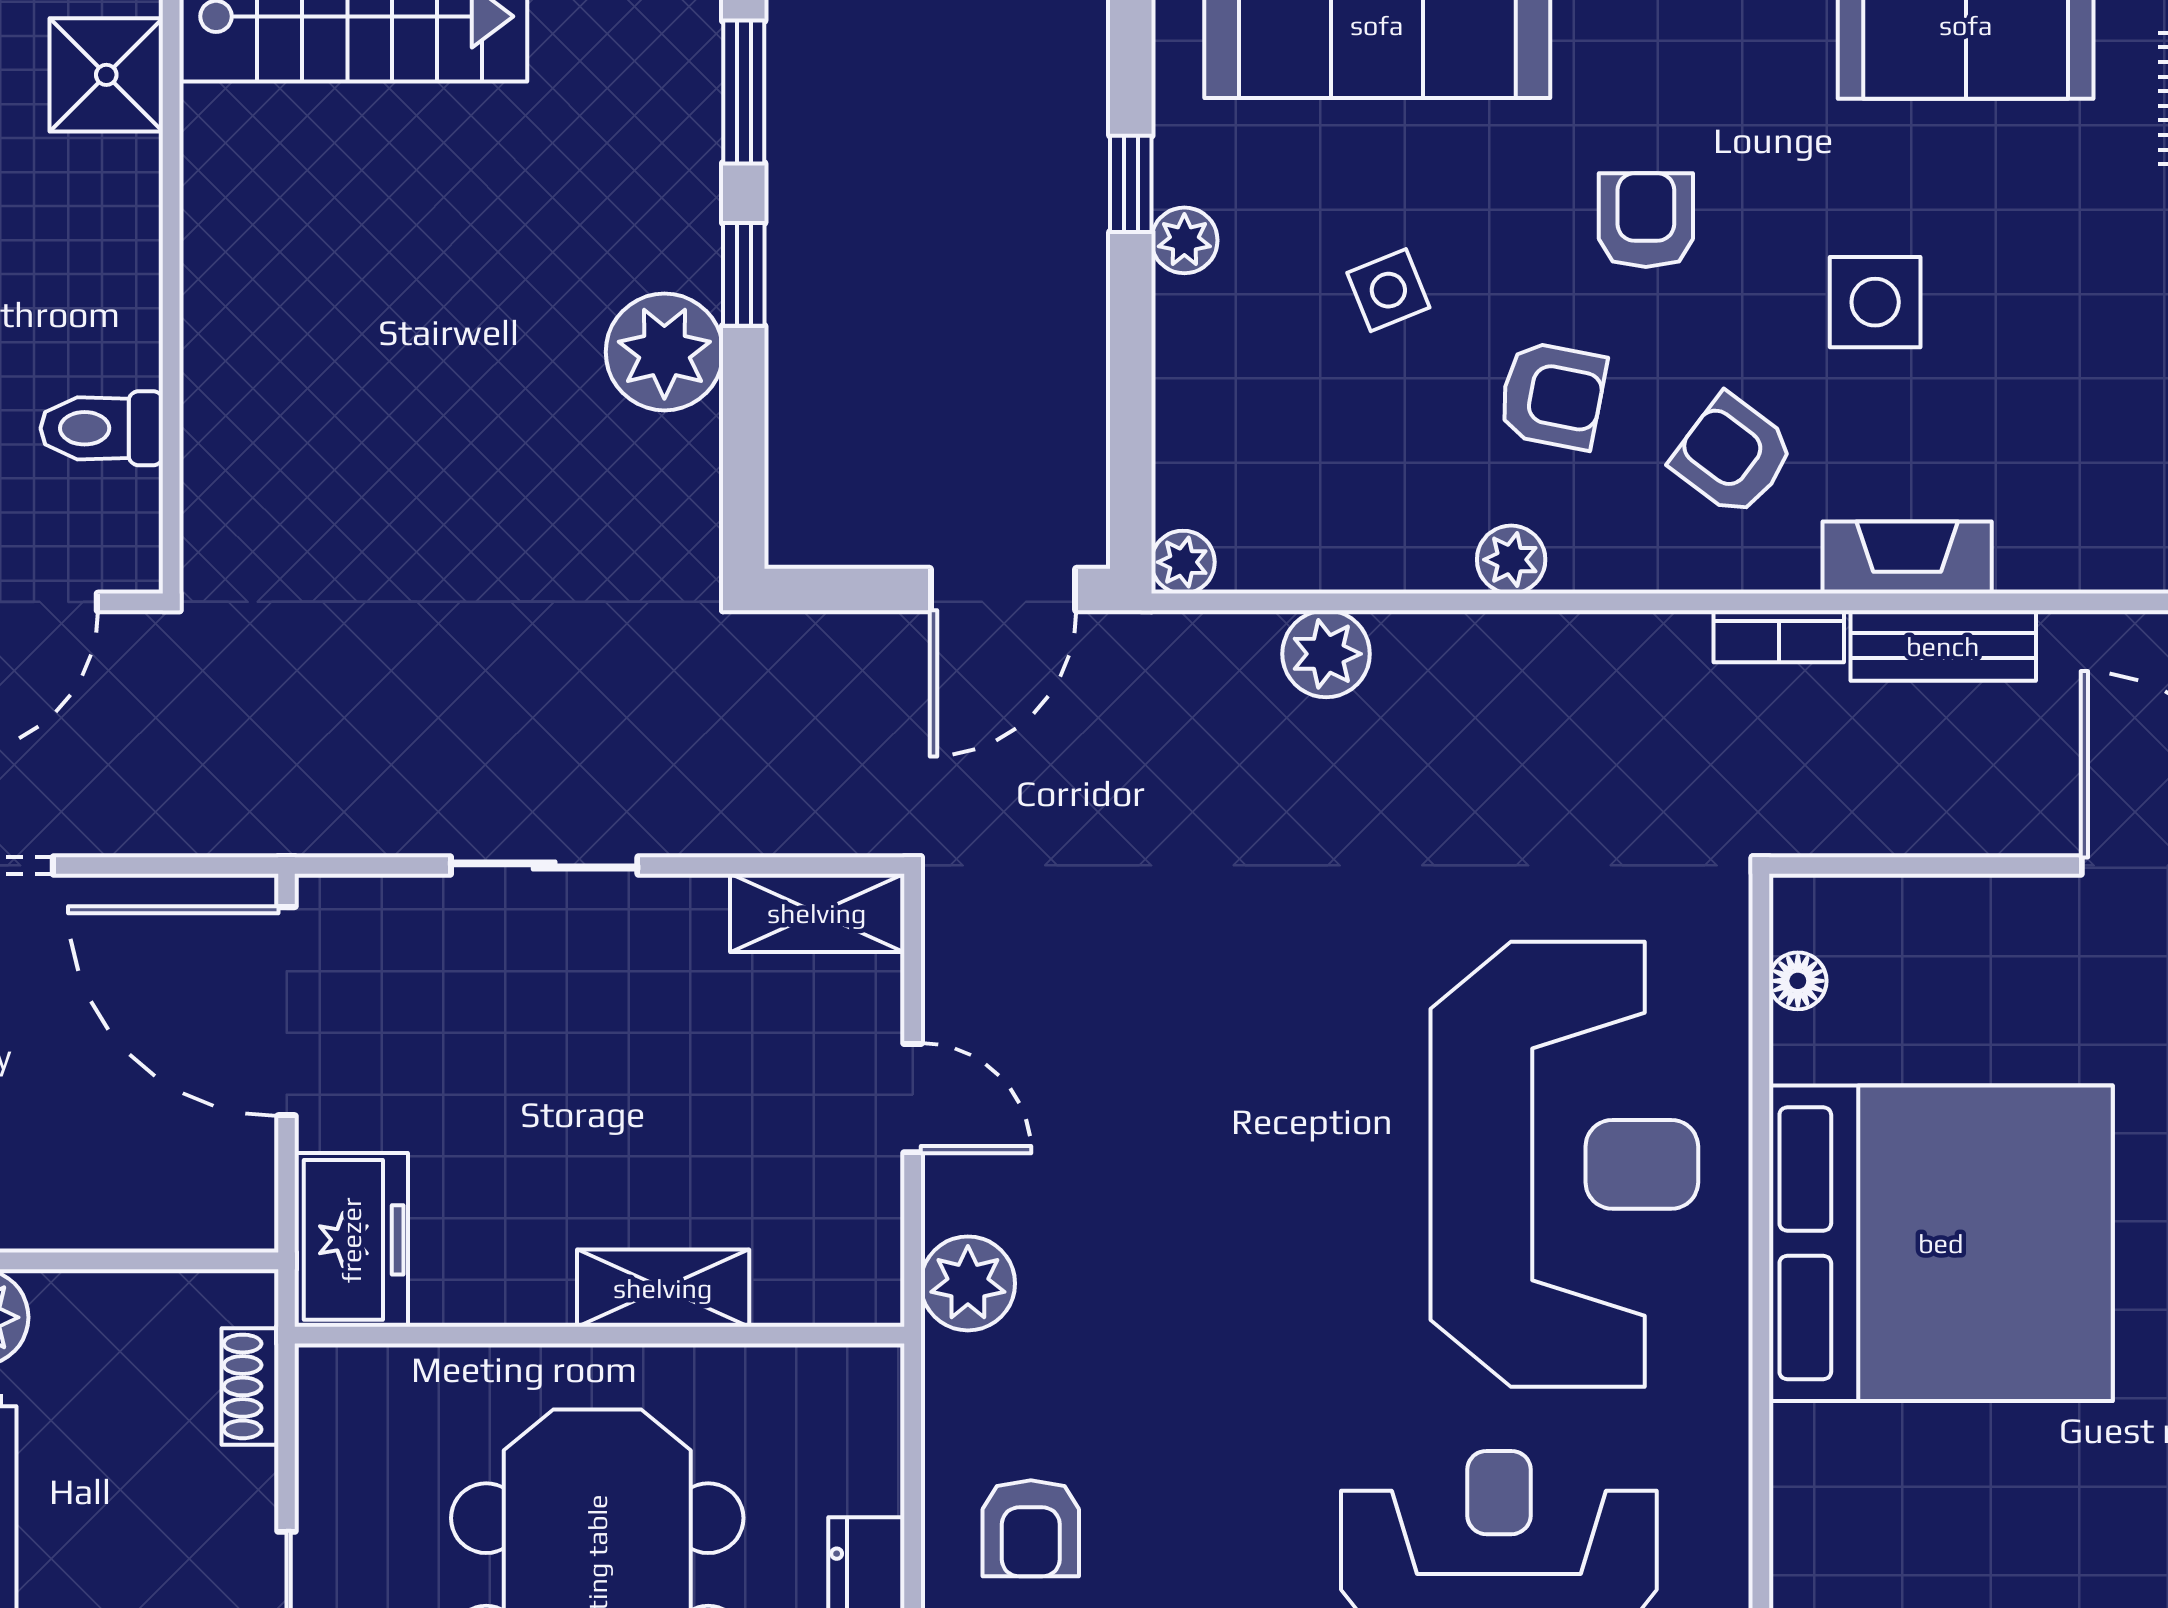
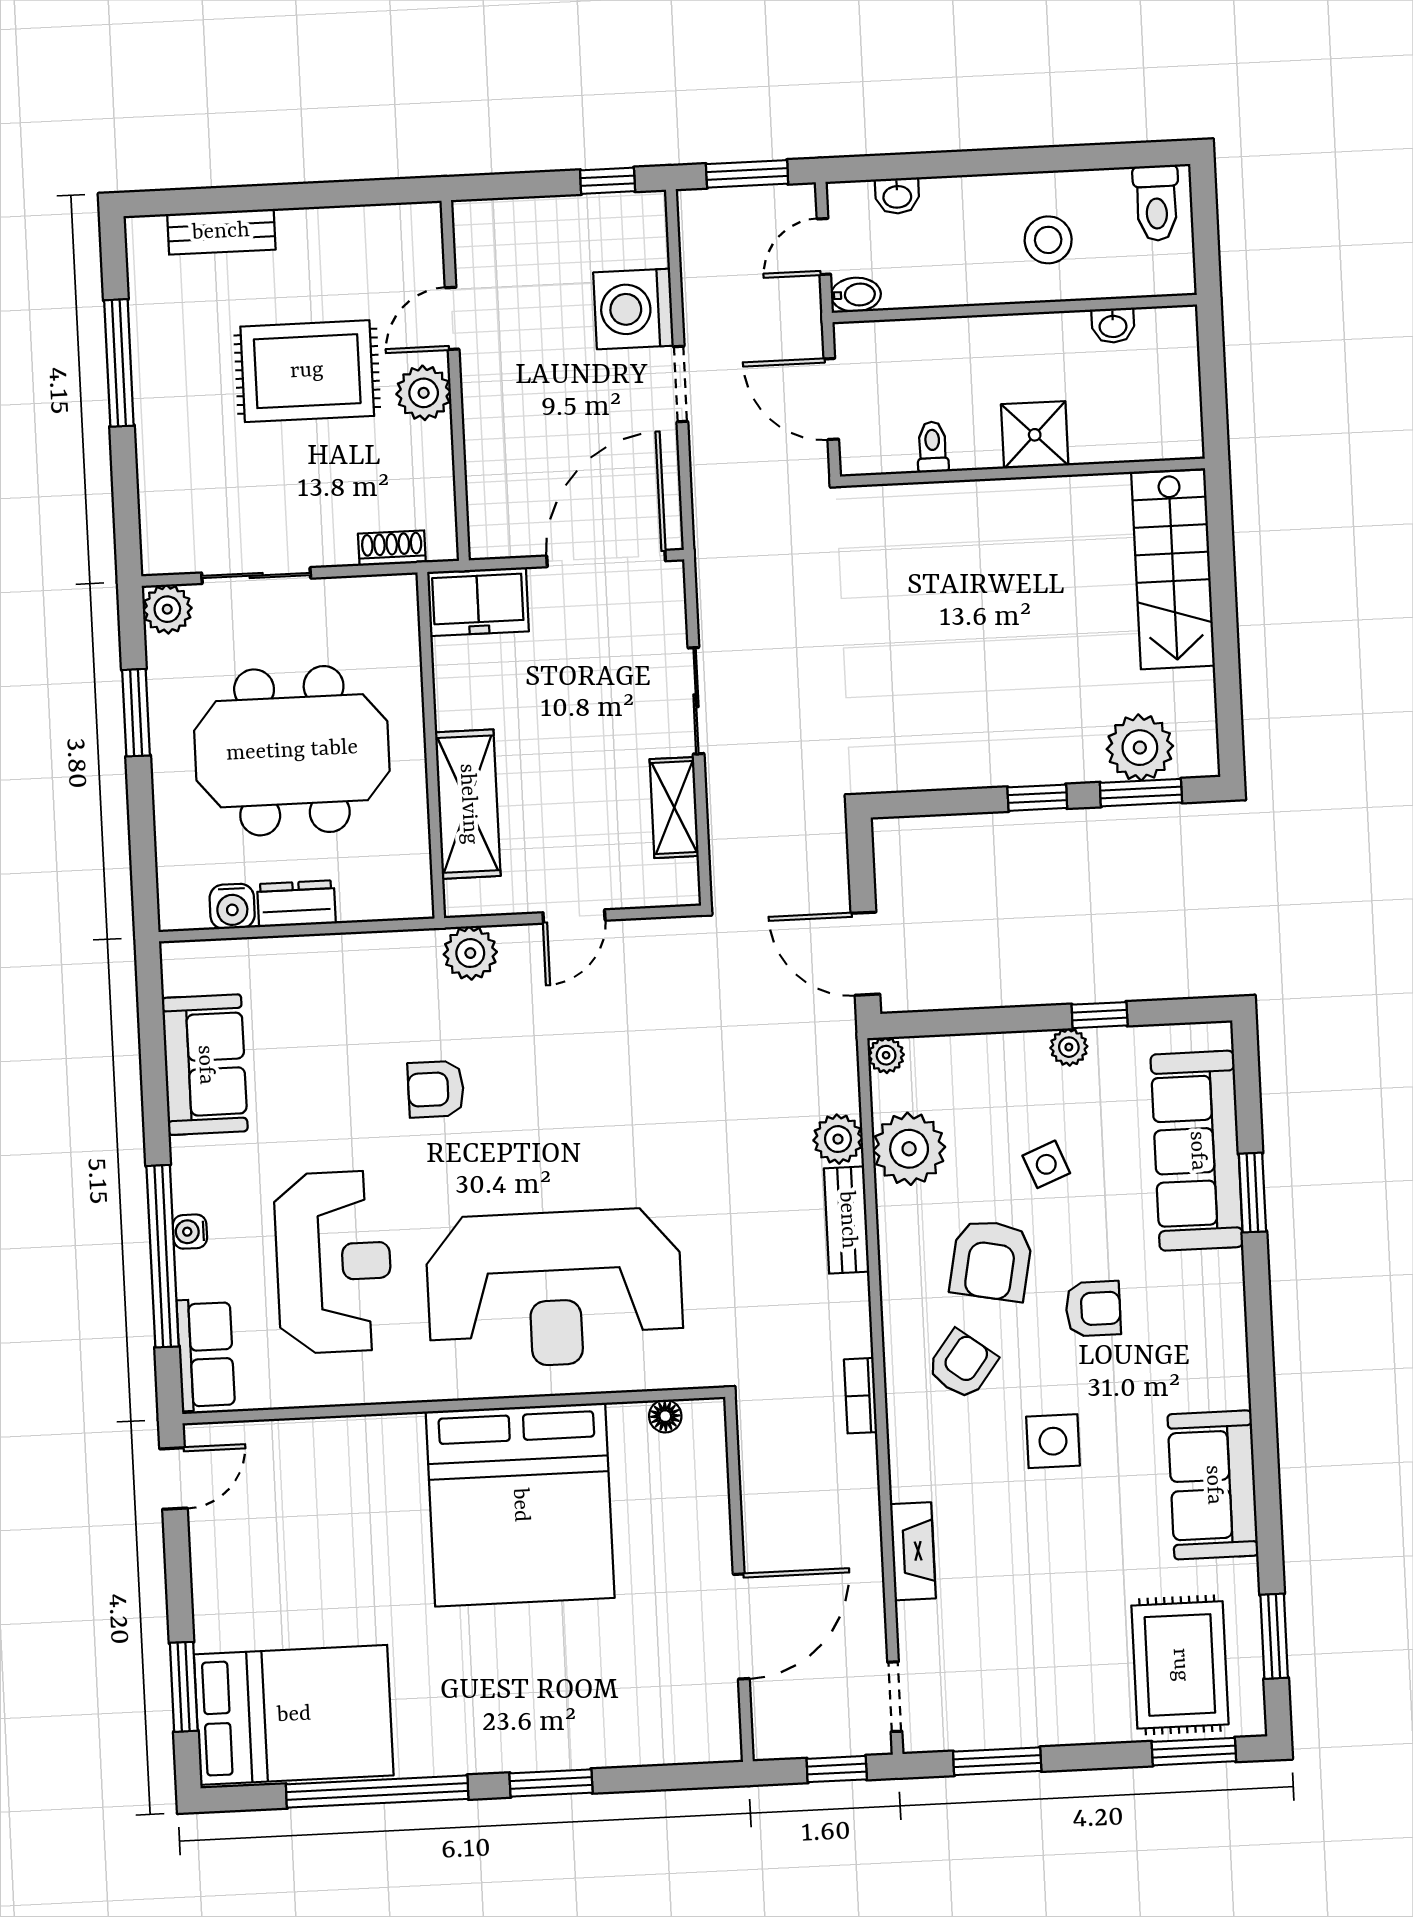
shower: (106, 75) -> (1035, 435), moved
plant: (664, 352) -> (1140, 748), moved
armchair: (1552, 395) -> (991, 1260), width x1.38, depth x1.38
toilet: (102, 428) -> (933, 447), width x0.73, depth x0.72
fireplace: (1907, 558) -> (913, 1551), moved
plant: (1511, 560) -> (909, 1149), moved, width x1.87, depth x1.87
bench: (1943, 646) -> (847, 1220), moved
shelving: (817, 913) -> (674, 808), moved
shelving: (663, 1288) -> (468, 804), width x1.50, depth x1.33
armchair: (1031, 1528) -> (436, 1089), moved

